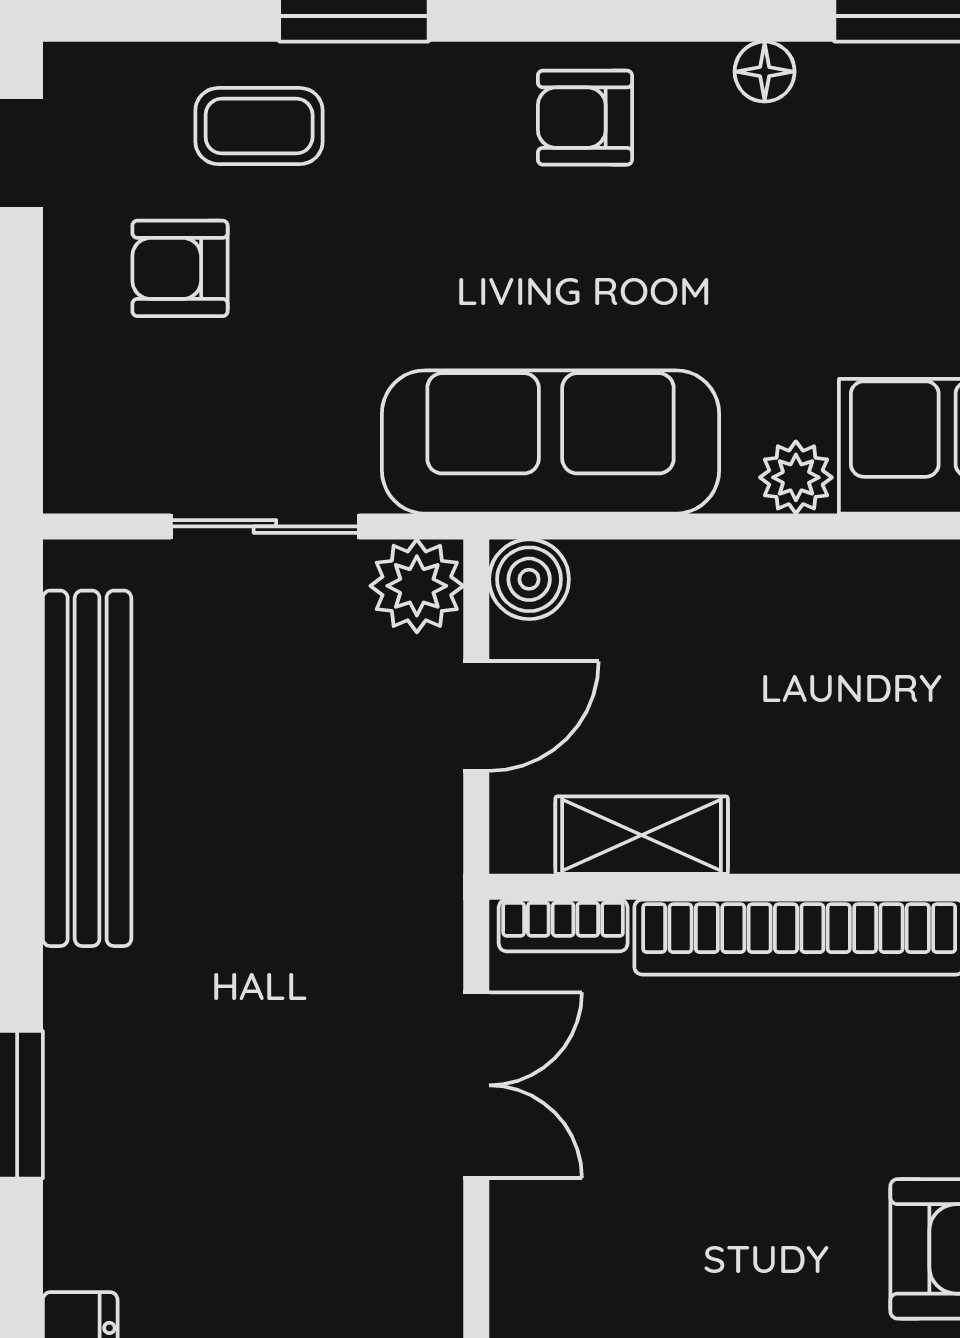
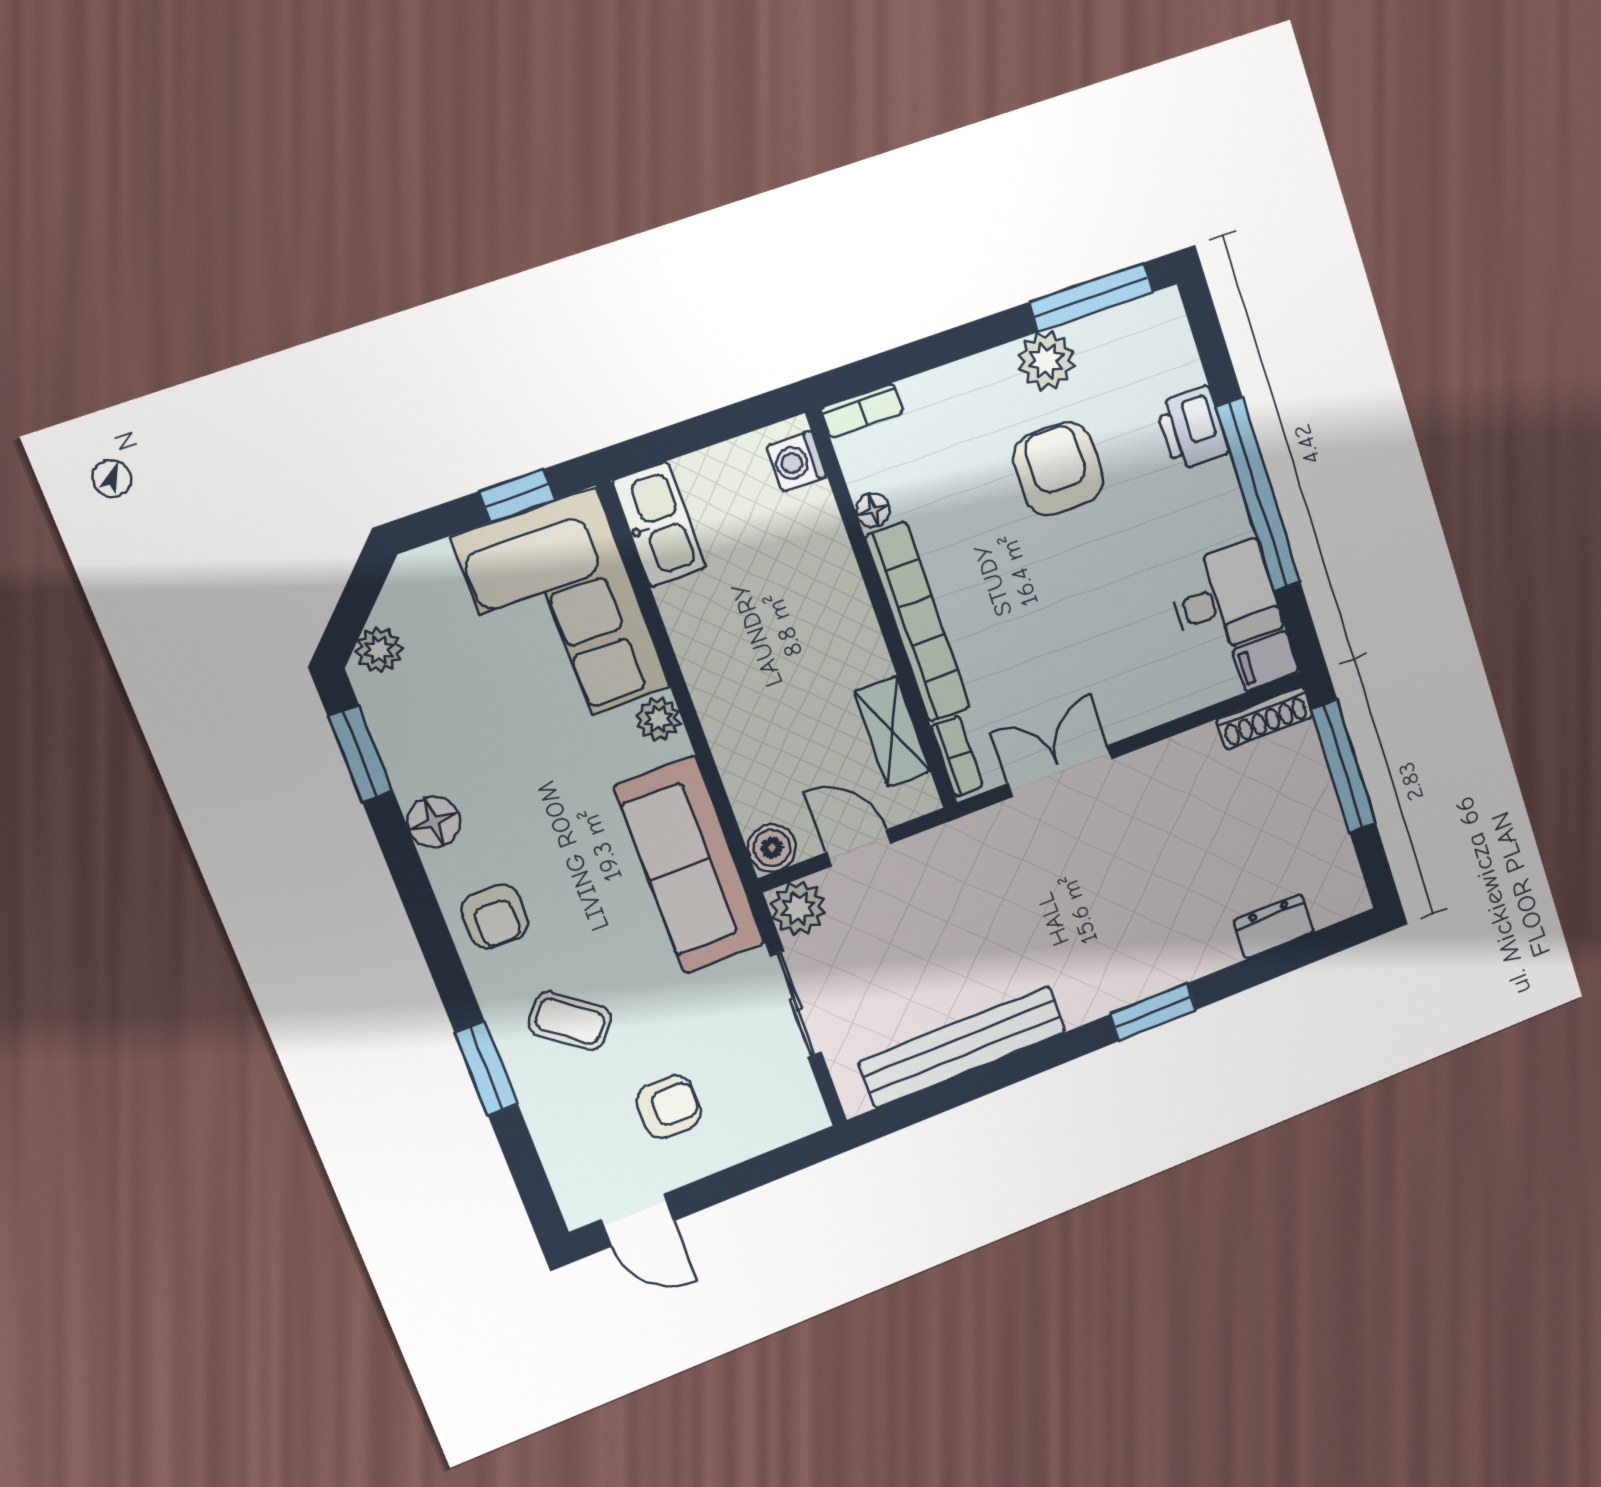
floor lamp: (765, 72) -> (434, 822), width x1.37, depth x1.37
coffee table: (259, 126) -> (570, 1021), moved, turned -51
armchair: (180, 268) -> (669, 1107), turned -90

